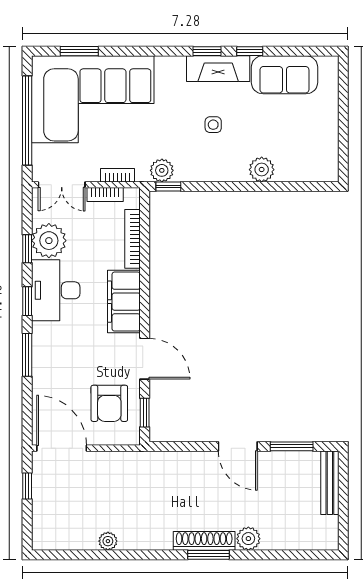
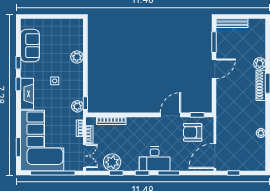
fireplace: (218, 69) -> (27, 94), moved
desk: (56, 290) -> (155, 159), moved
filing cabinet: (124, 302) -> (142, 125), removed
armchair: (109, 403) -> (193, 132), turned 180

